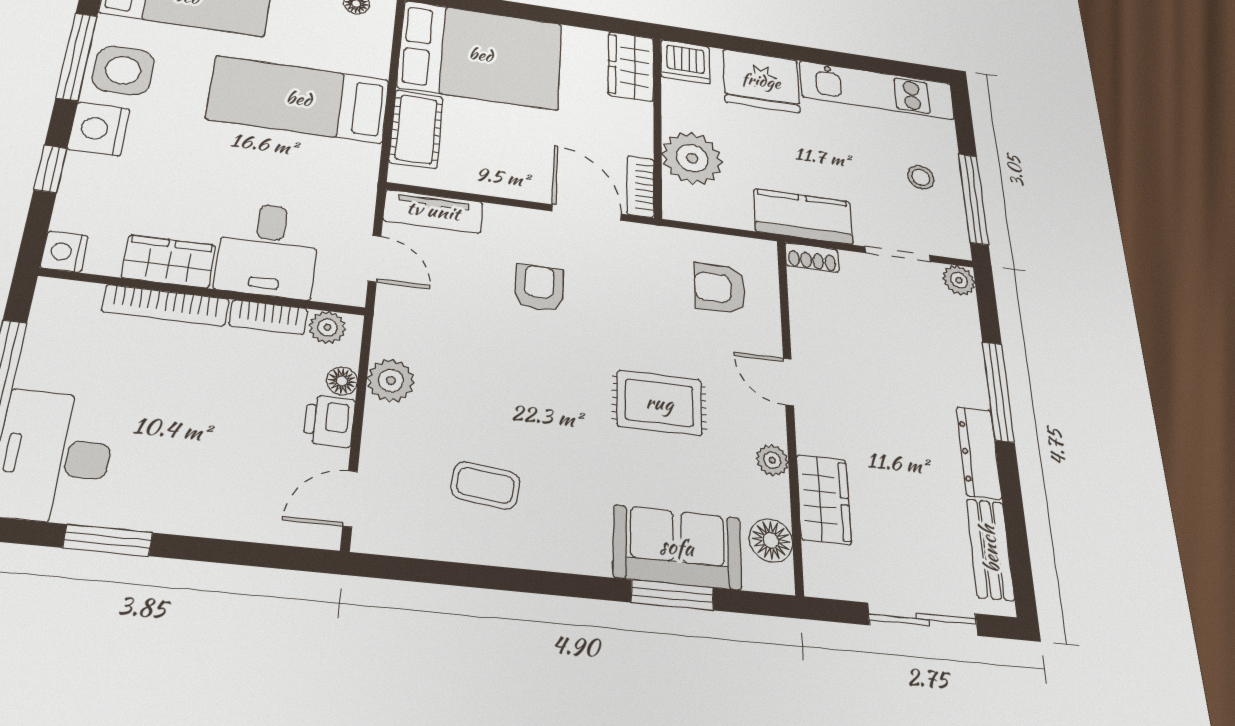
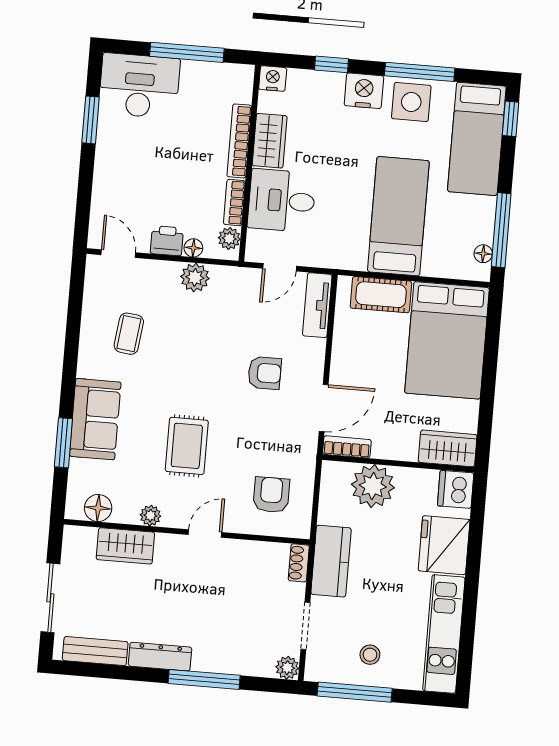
sofa: (677, 547) -> (95, 419), moved

